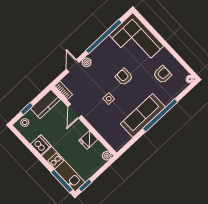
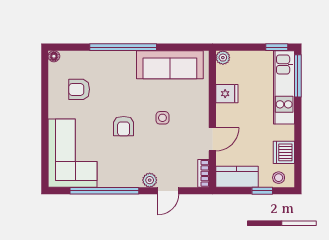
sofa: (143, 115) -> (170, 65), moved
dishwasher: (41, 145) -> (284, 152), moved

